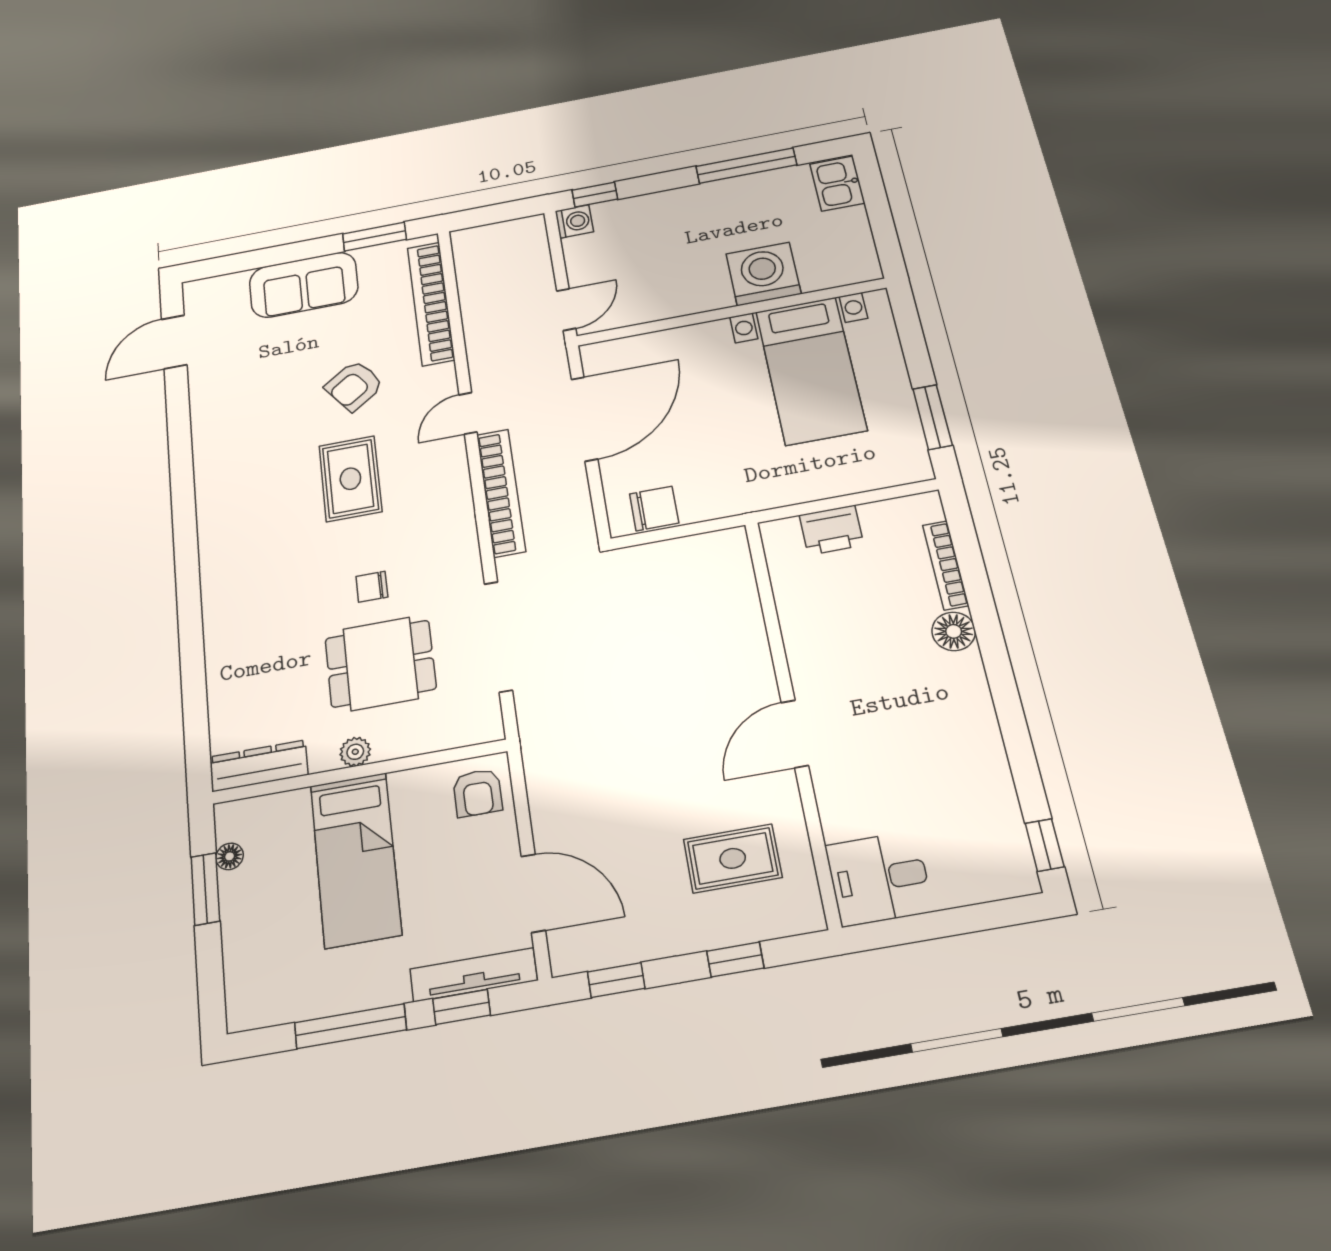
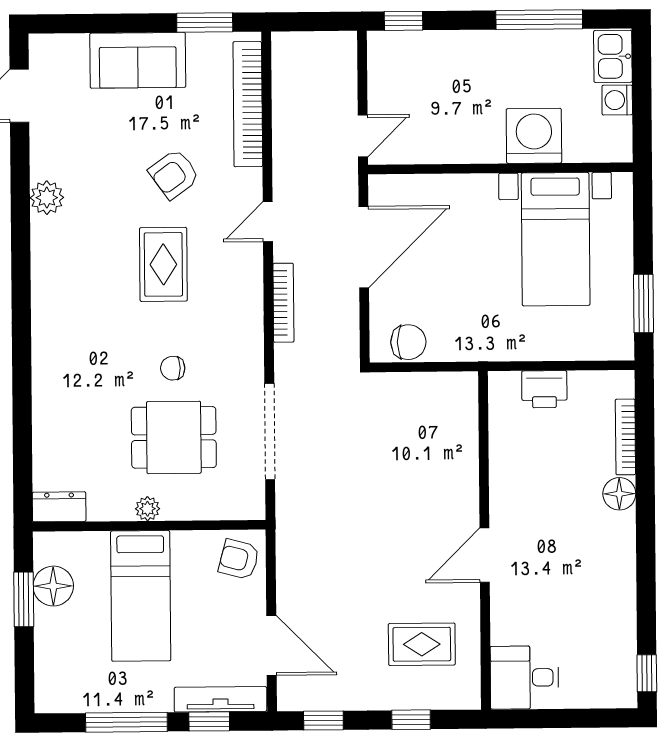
washing machine: (574, 221) -> (617, 100), moved, turned 180
plant: (210, 435) -> (47, 198), added
bookcase: (501, 493) -> (283, 303), width x0.68, depth x0.76
dresser: (259, 766) -> (59, 507), width x0.70
armchair: (478, 793) -> (239, 559), turned 105
floor lamp: (230, 856) -> (53, 586), width x1.89, depth x1.89

